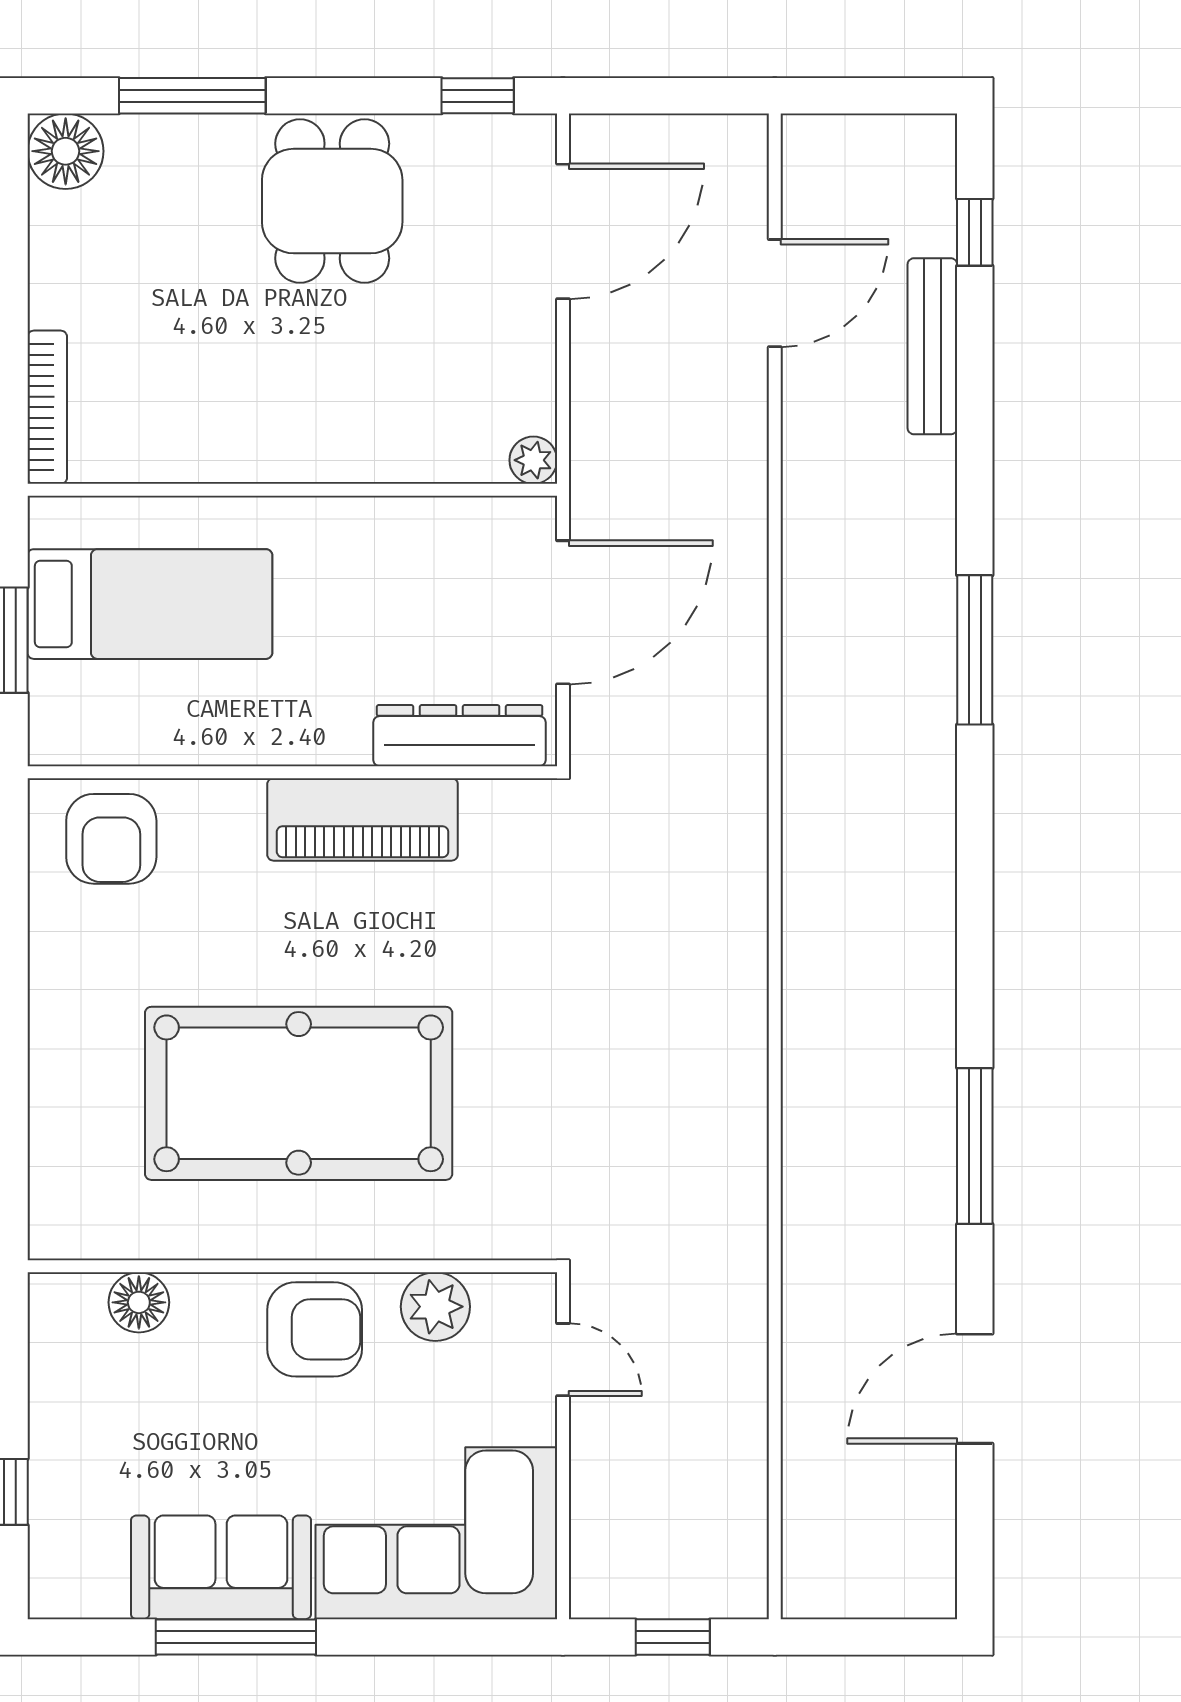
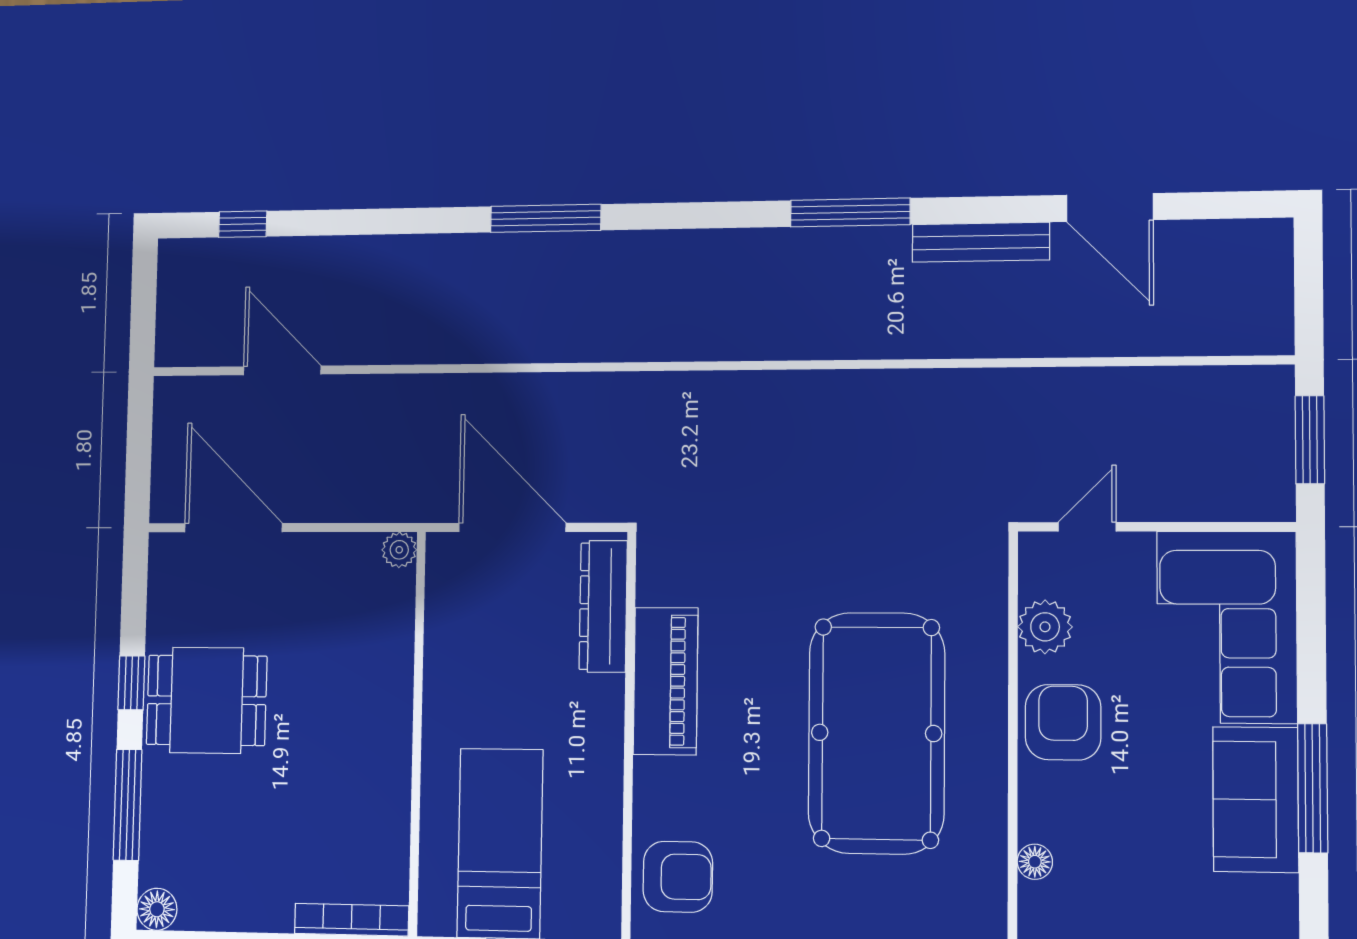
window: (478, 96) -> (131, 683), moved
floor lamp: (66, 151) -> (157, 909), width x0.73, depth x0.73
bench: (932, 346) -> (981, 242), moved
window: (975, 1146) -> (850, 212), moved
floor lamp: (139, 1302) -> (1035, 862), width x0.73, depth x0.73
window: (673, 1637) -> (1310, 440), width x1.50

